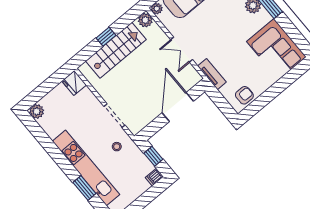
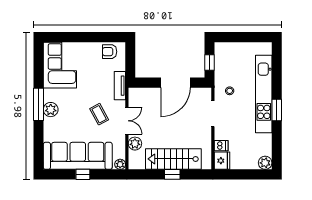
plant: (145, 20) -> (135, 144), moved
coffee table: (209, 36) -> (99, 114), added
door: (178, 107) -> (176, 83), moved
dishwasher: (154, 177) -> (221, 146), moved
window: (84, 188) -> (277, 110), moved

